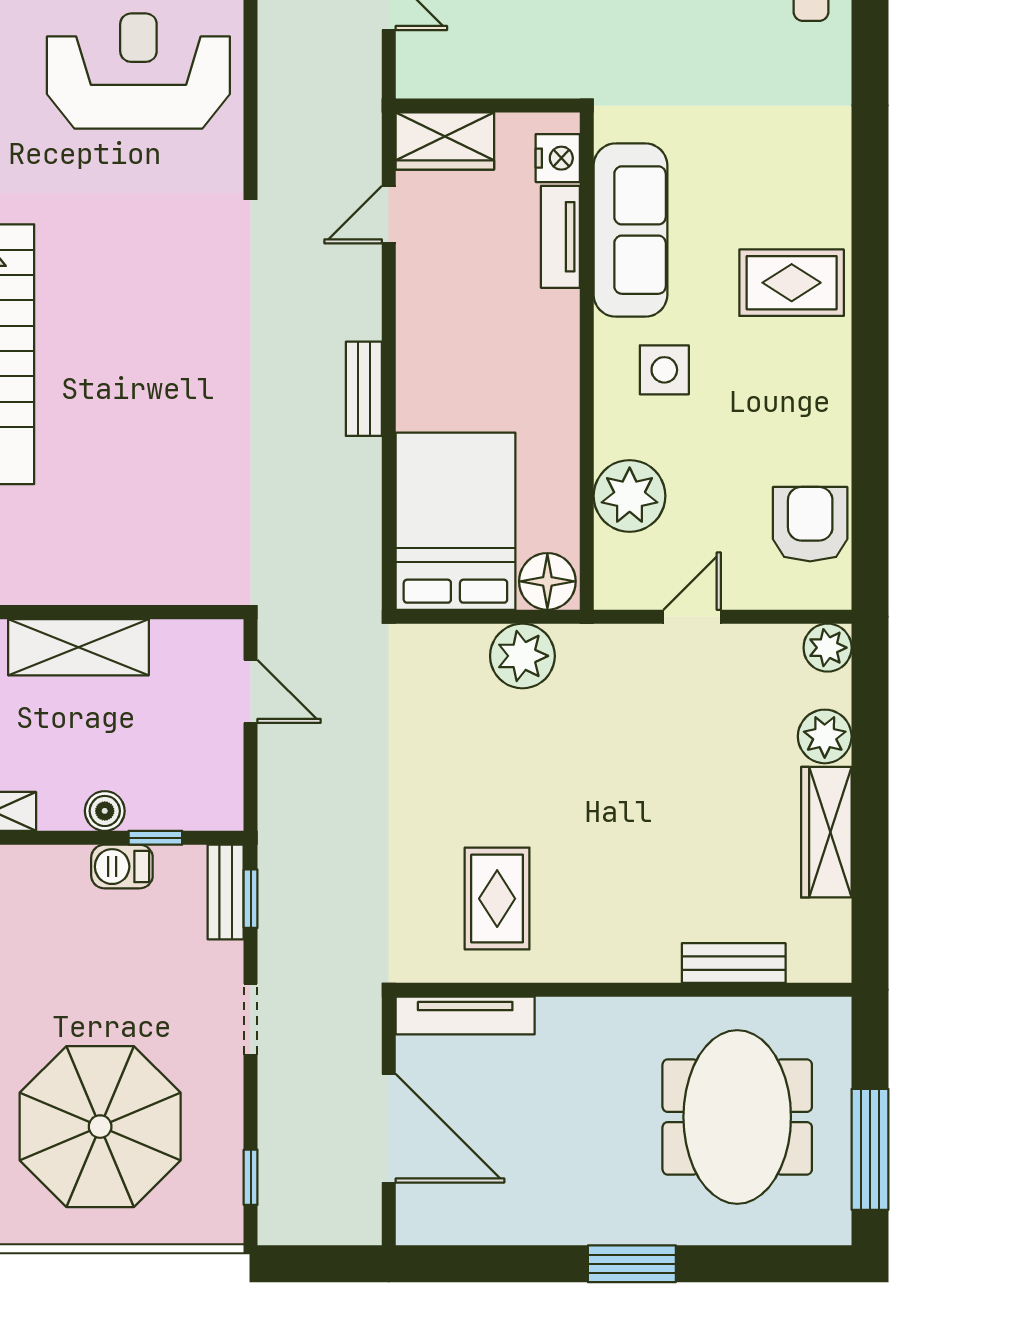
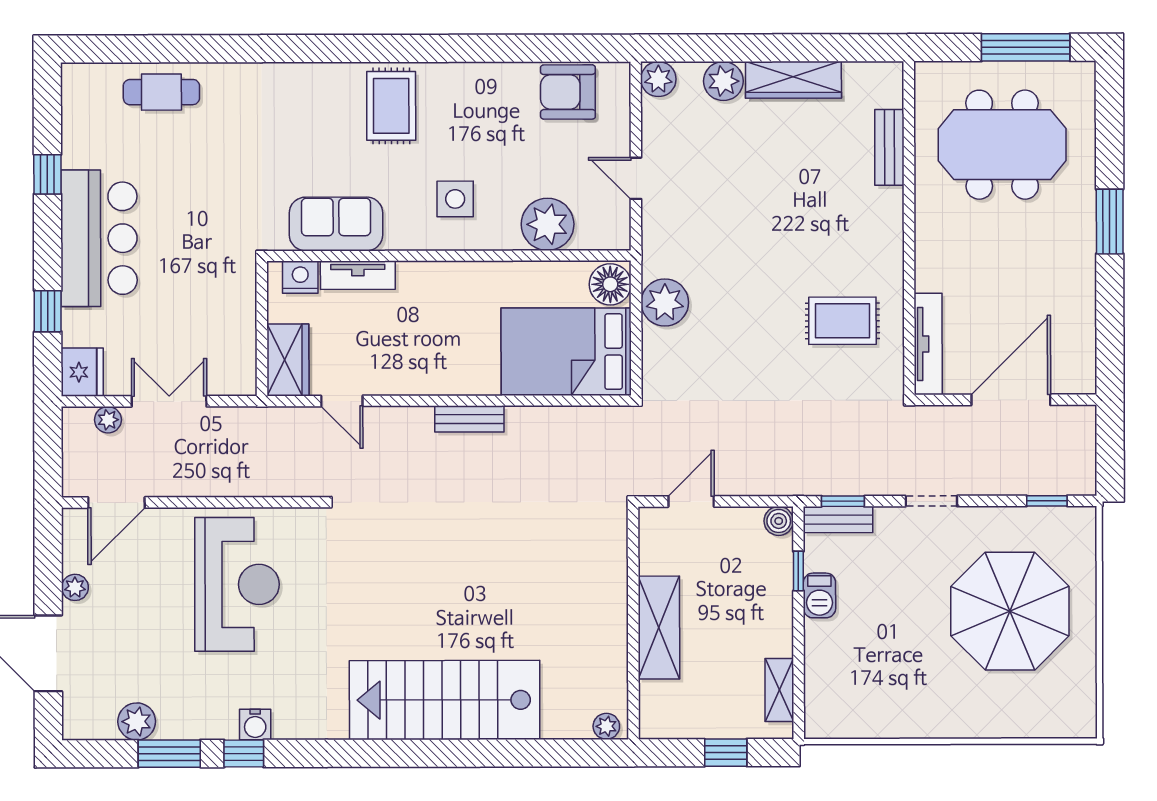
reception desk: (138, 71) -> (237, 584), turned 180
sofa: (630, 230) -> (336, 224), width x0.73
boiler: (105, 811) -> (779, 521), moved

